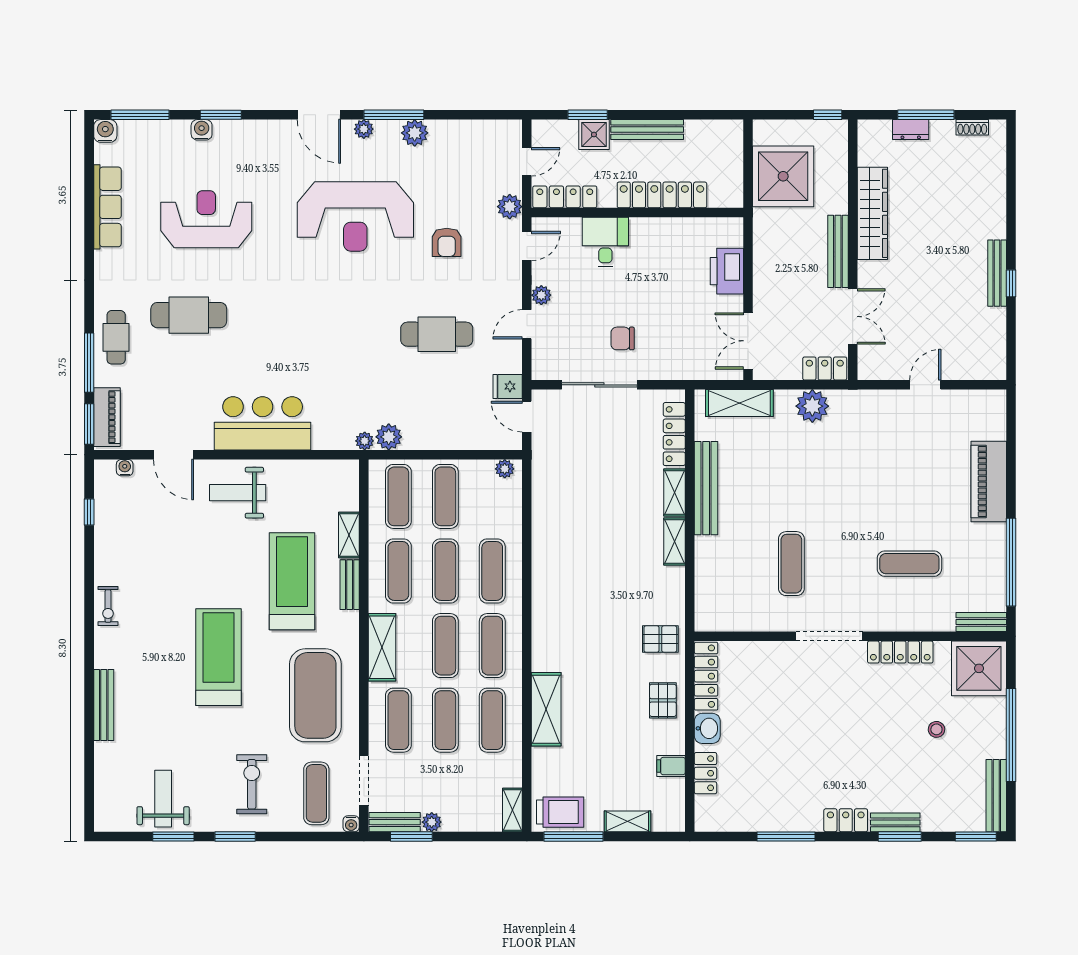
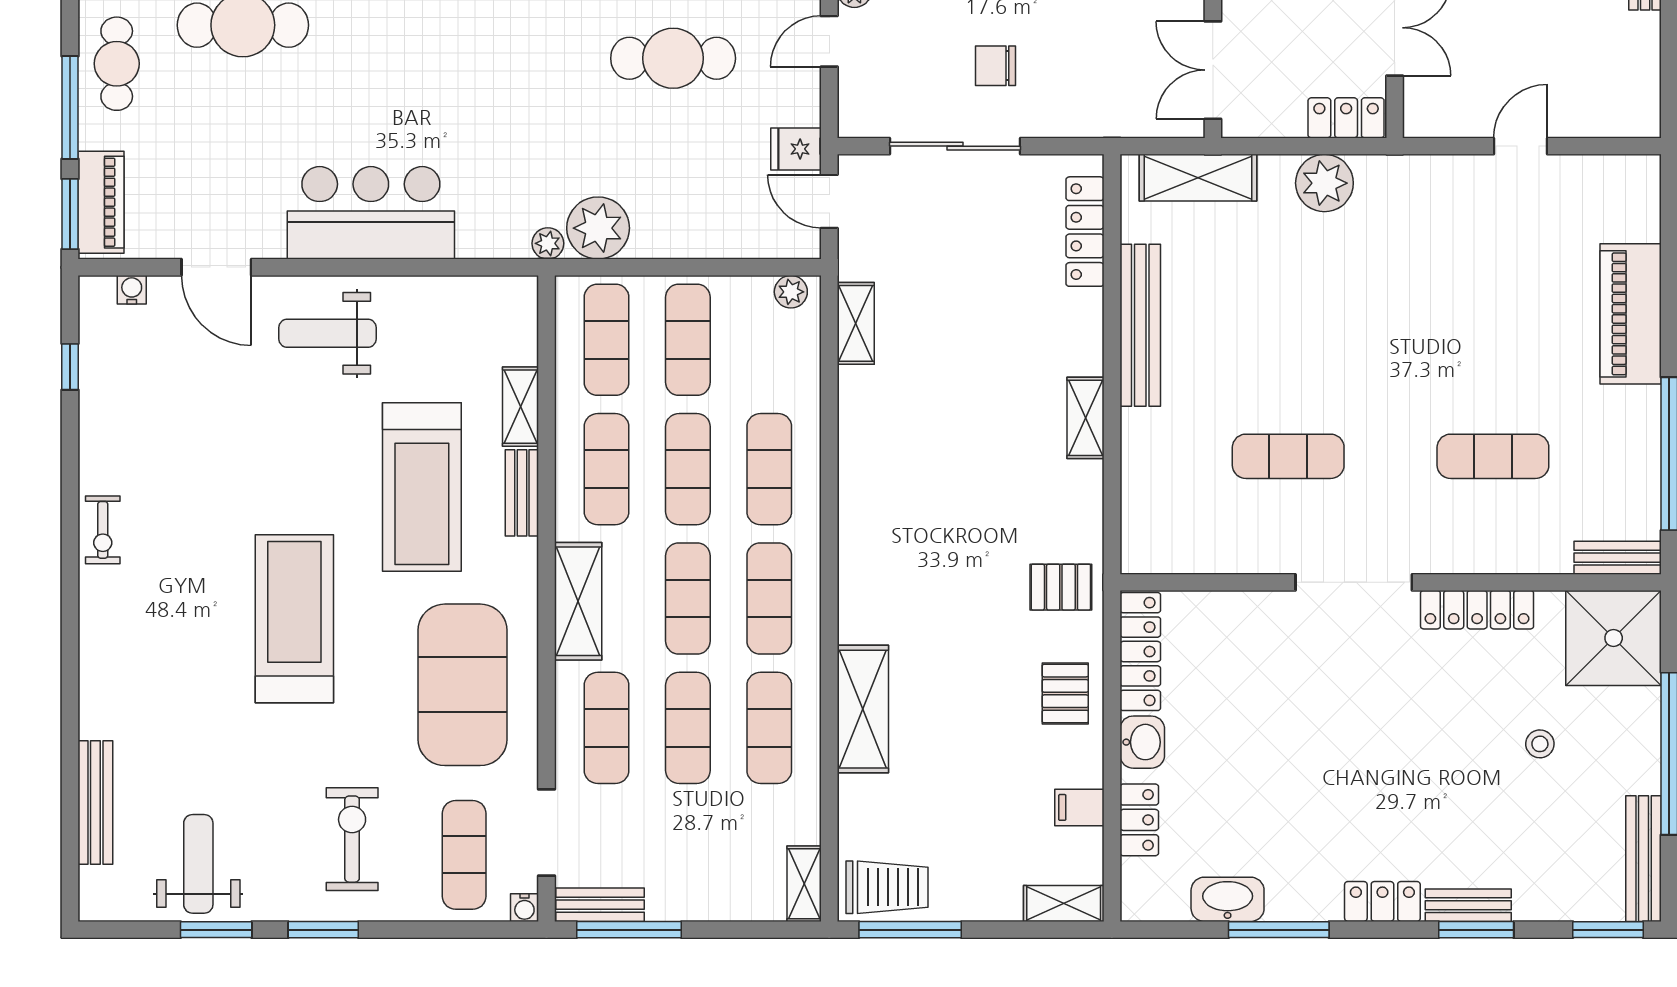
plant: (389, 437) -> (598, 228), width x1.36, depth x1.36
shelving: (674, 493) -> (856, 323), moved
exercise mat: (791, 564) -> (1288, 456), turned 90
treadmill: (292, 581) -> (422, 487), turned 180
bench: (104, 705) -> (95, 802), moved
washbasin: (756, 819) -> (1228, 899), added
shelving: (627, 821) -> (1064, 903), moved
plant: (432, 822) -> (664, 905), removed
window: (411, 836) -> (629, 930), width x1.44

